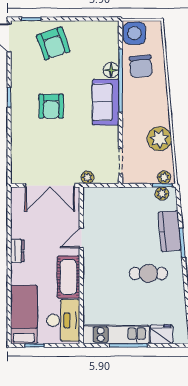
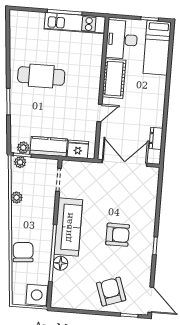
chair: (141, 66) -> (23, 252), moved
sofa: (106, 102) -> (68, 227), width x1.36
armchair: (51, 106) -> (118, 235), turned 90
plant: (159, 139) -> (17, 198), width x0.53, depth x0.53
plant: (87, 177) -> (90, 168), removed
kitchen counter: (170, 231) -> (49, 147), moved, turned -85
dresser: (17, 251) -> (156, 138), moved
cafe table: (148, 274) -> (41, 76), width x1.37, depth x1.35
fridge: (162, 334) -> (78, 149), moved, turned 180

